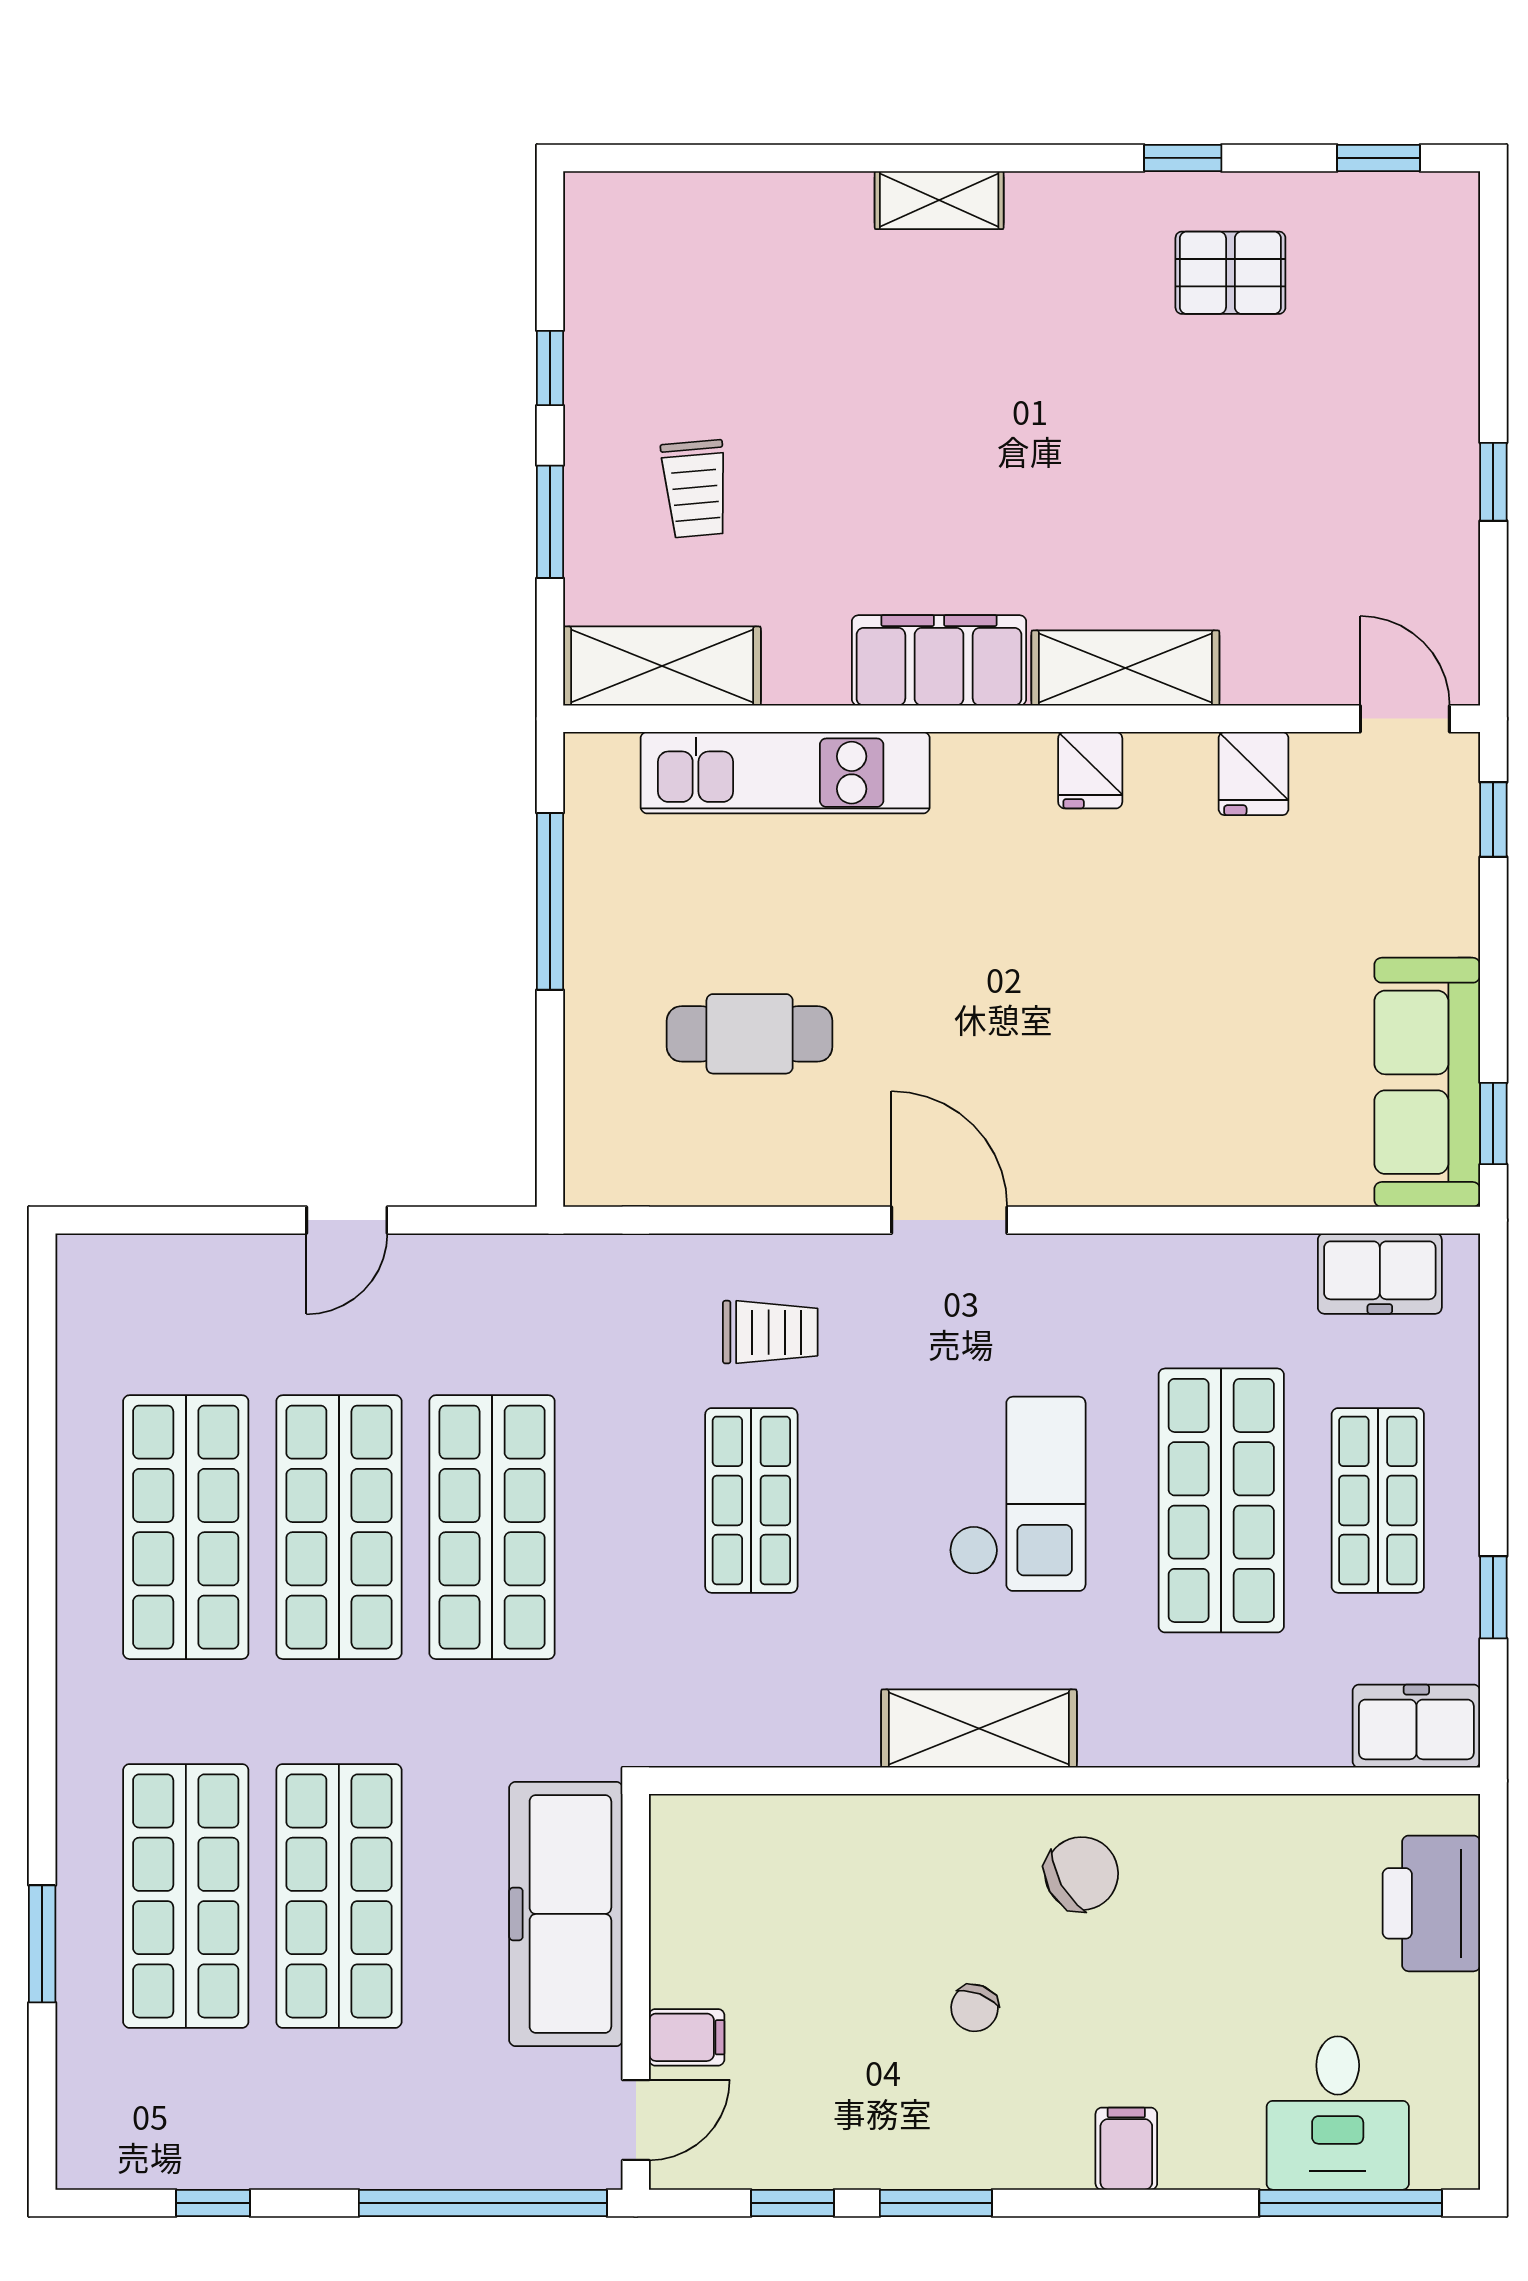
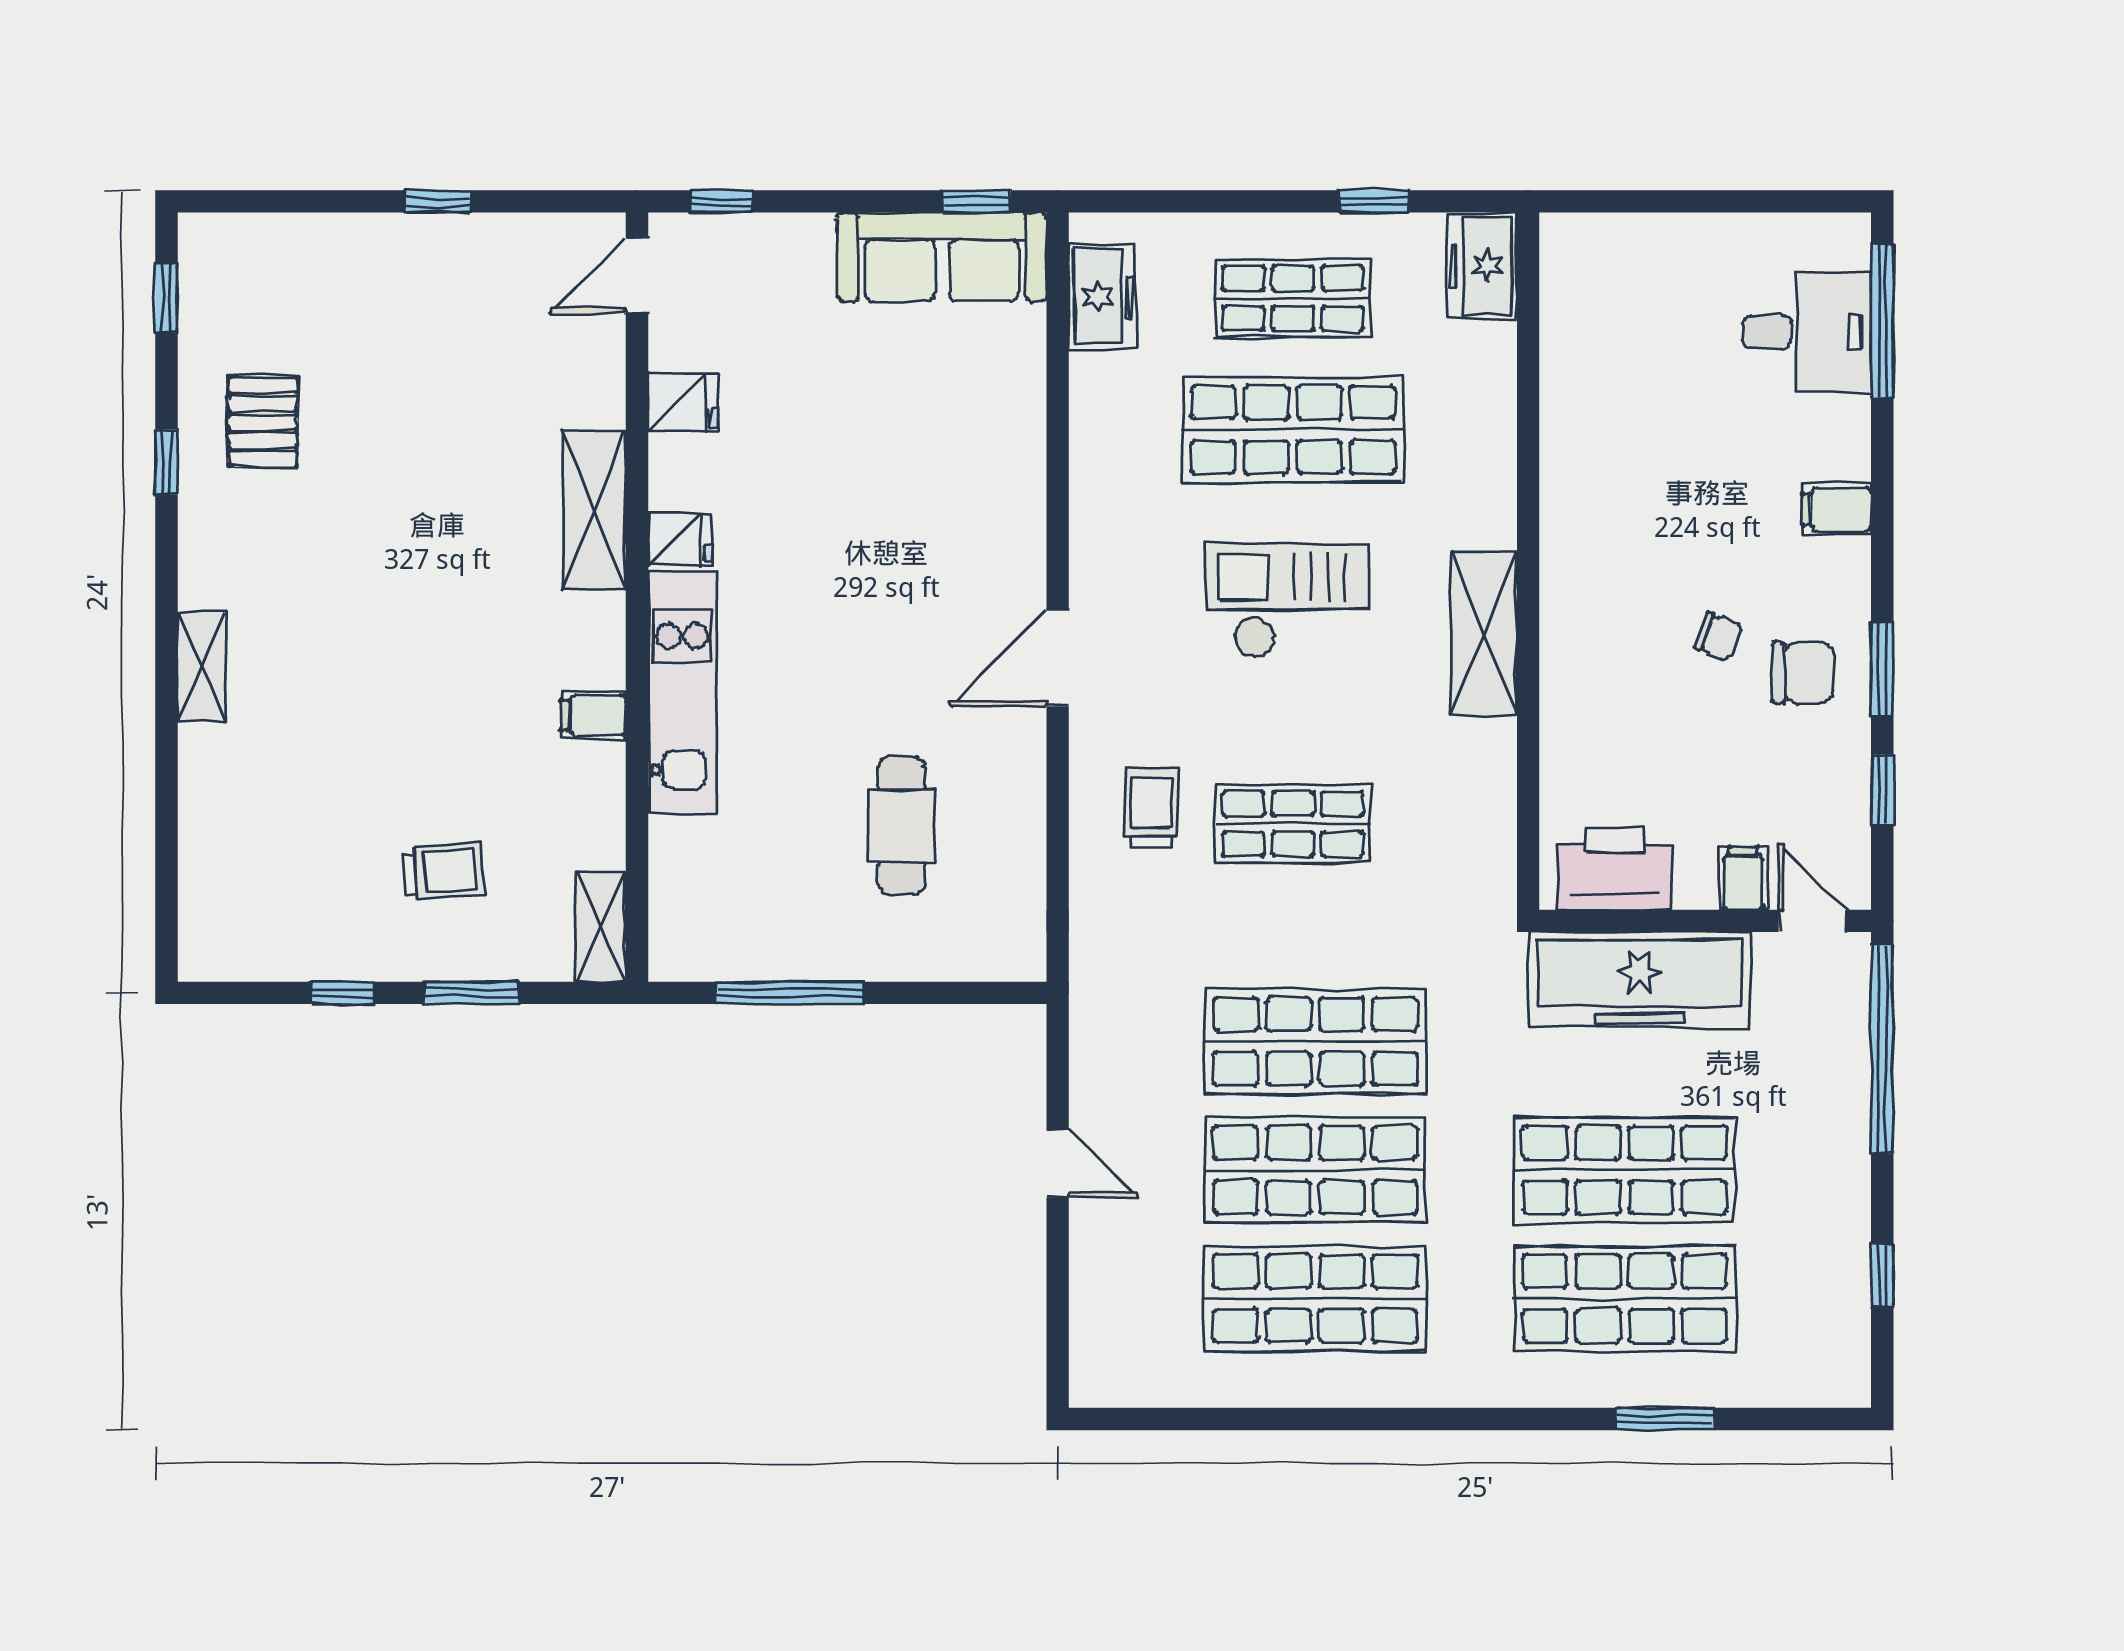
filing cabinet: (939, 660) -> (593, 715), width x0.33, depth x0.86
shelving: (662, 666) -> (601, 927), width x0.67, depth x0.75
kitchen unit: (785, 773) -> (682, 692), moved
chair: (1082, 1874) -> (1803, 673), moved, turned 119
printer: (1431, 1903) -> (1615, 869), moved, turned 180

